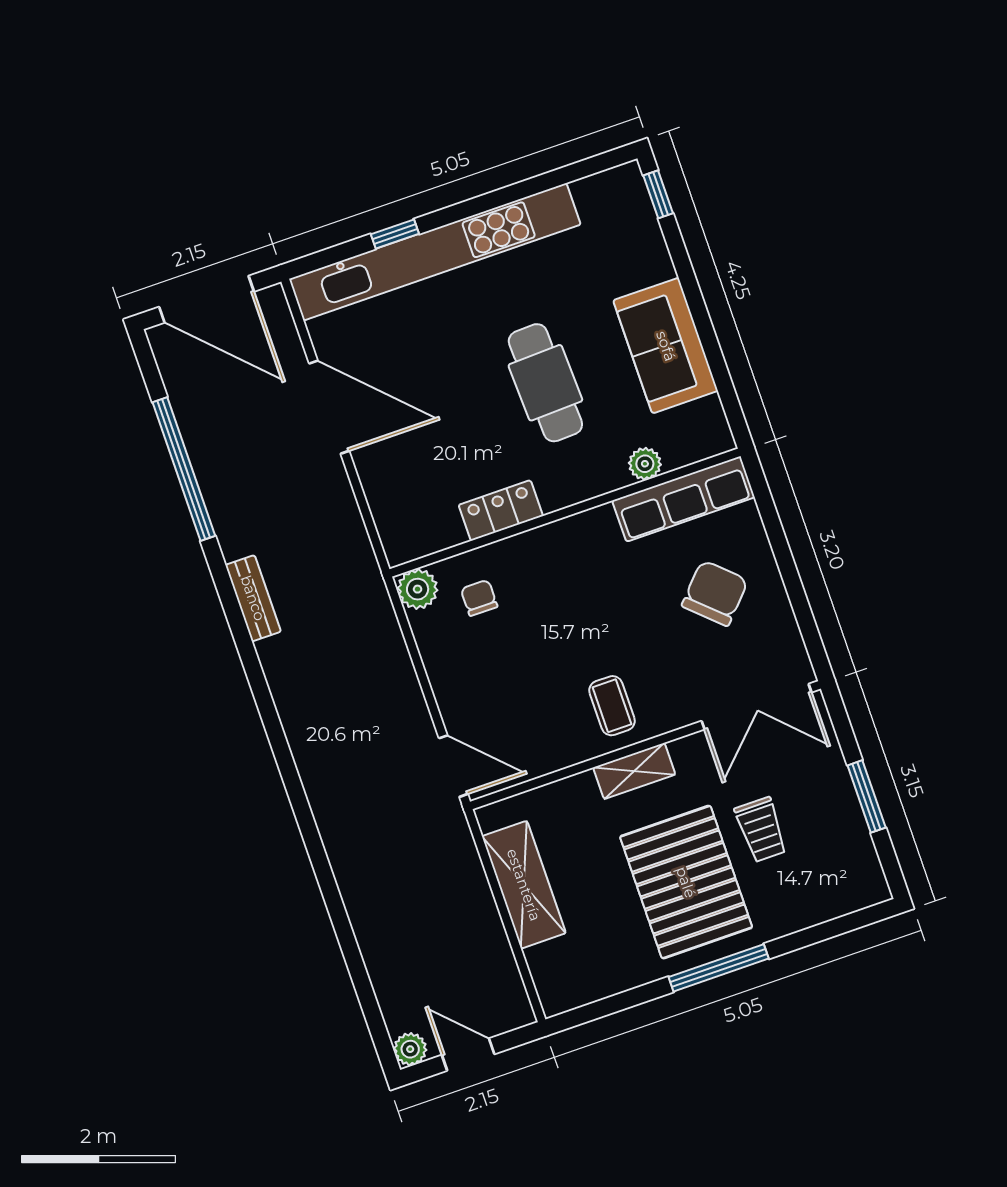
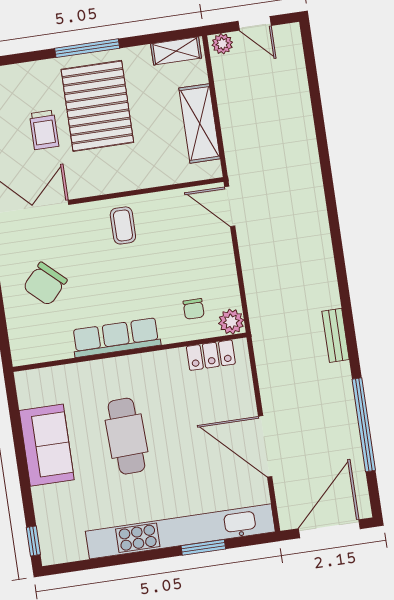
window: (395, 234) -> (203, 547), width x1.50
door: (206, 299) -> (329, 529), hinge flipped
plant: (645, 464) -> (74, 373), removed
row of seats: (683, 499) -> (116, 338), moved
locker: (501, 510) -> (211, 355), moved
shelving: (634, 771) -> (176, 51), moved
trolley: (761, 830) -> (44, 130), turned 180
plant: (410, 1049) -> (222, 44), moved

